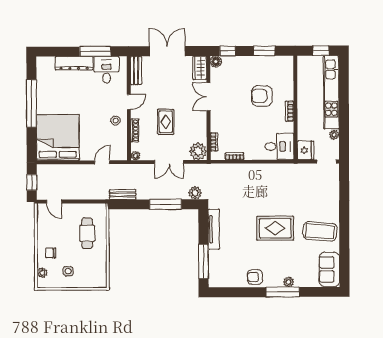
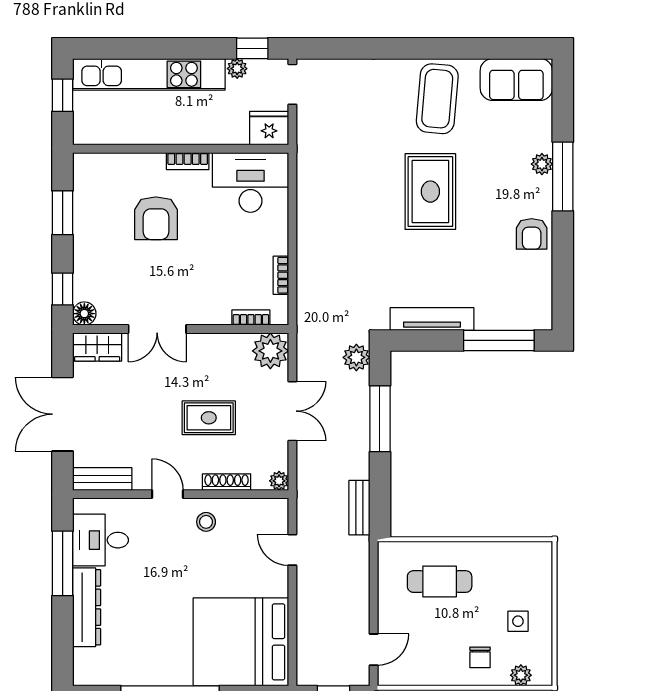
window: (344, 142) -> (252, 48), added
desk: (279, 146) -> (250, 182), width x1.37

